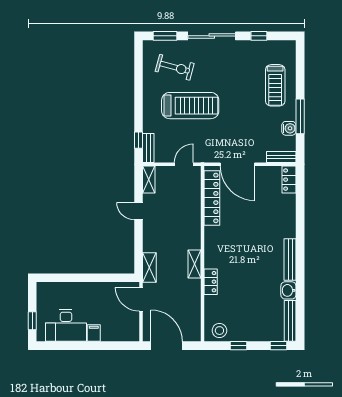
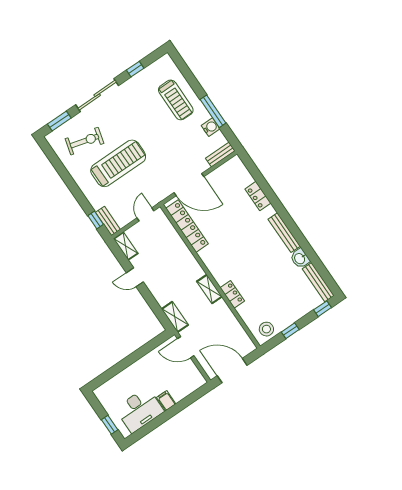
locker: (289, 180) -> (258, 196), moved

